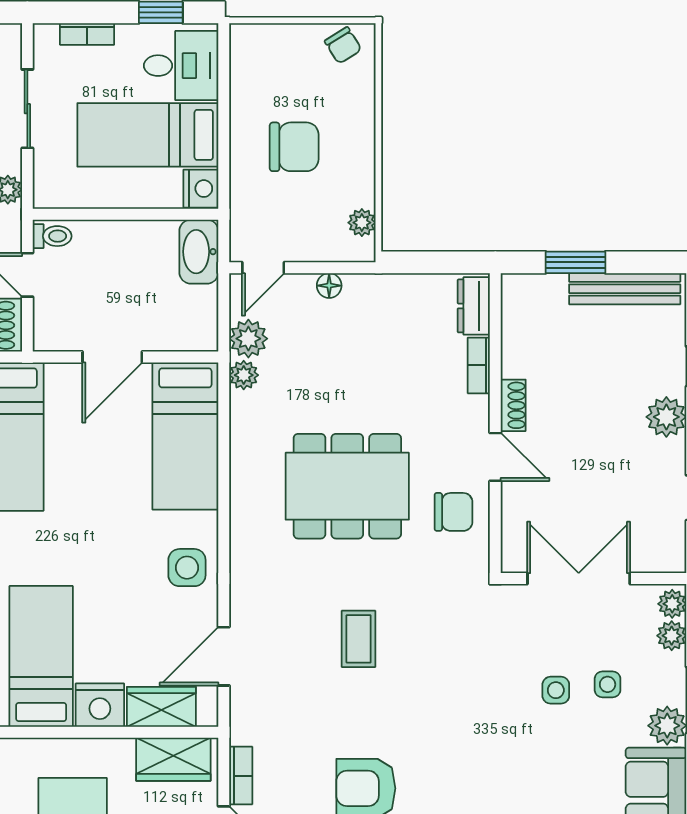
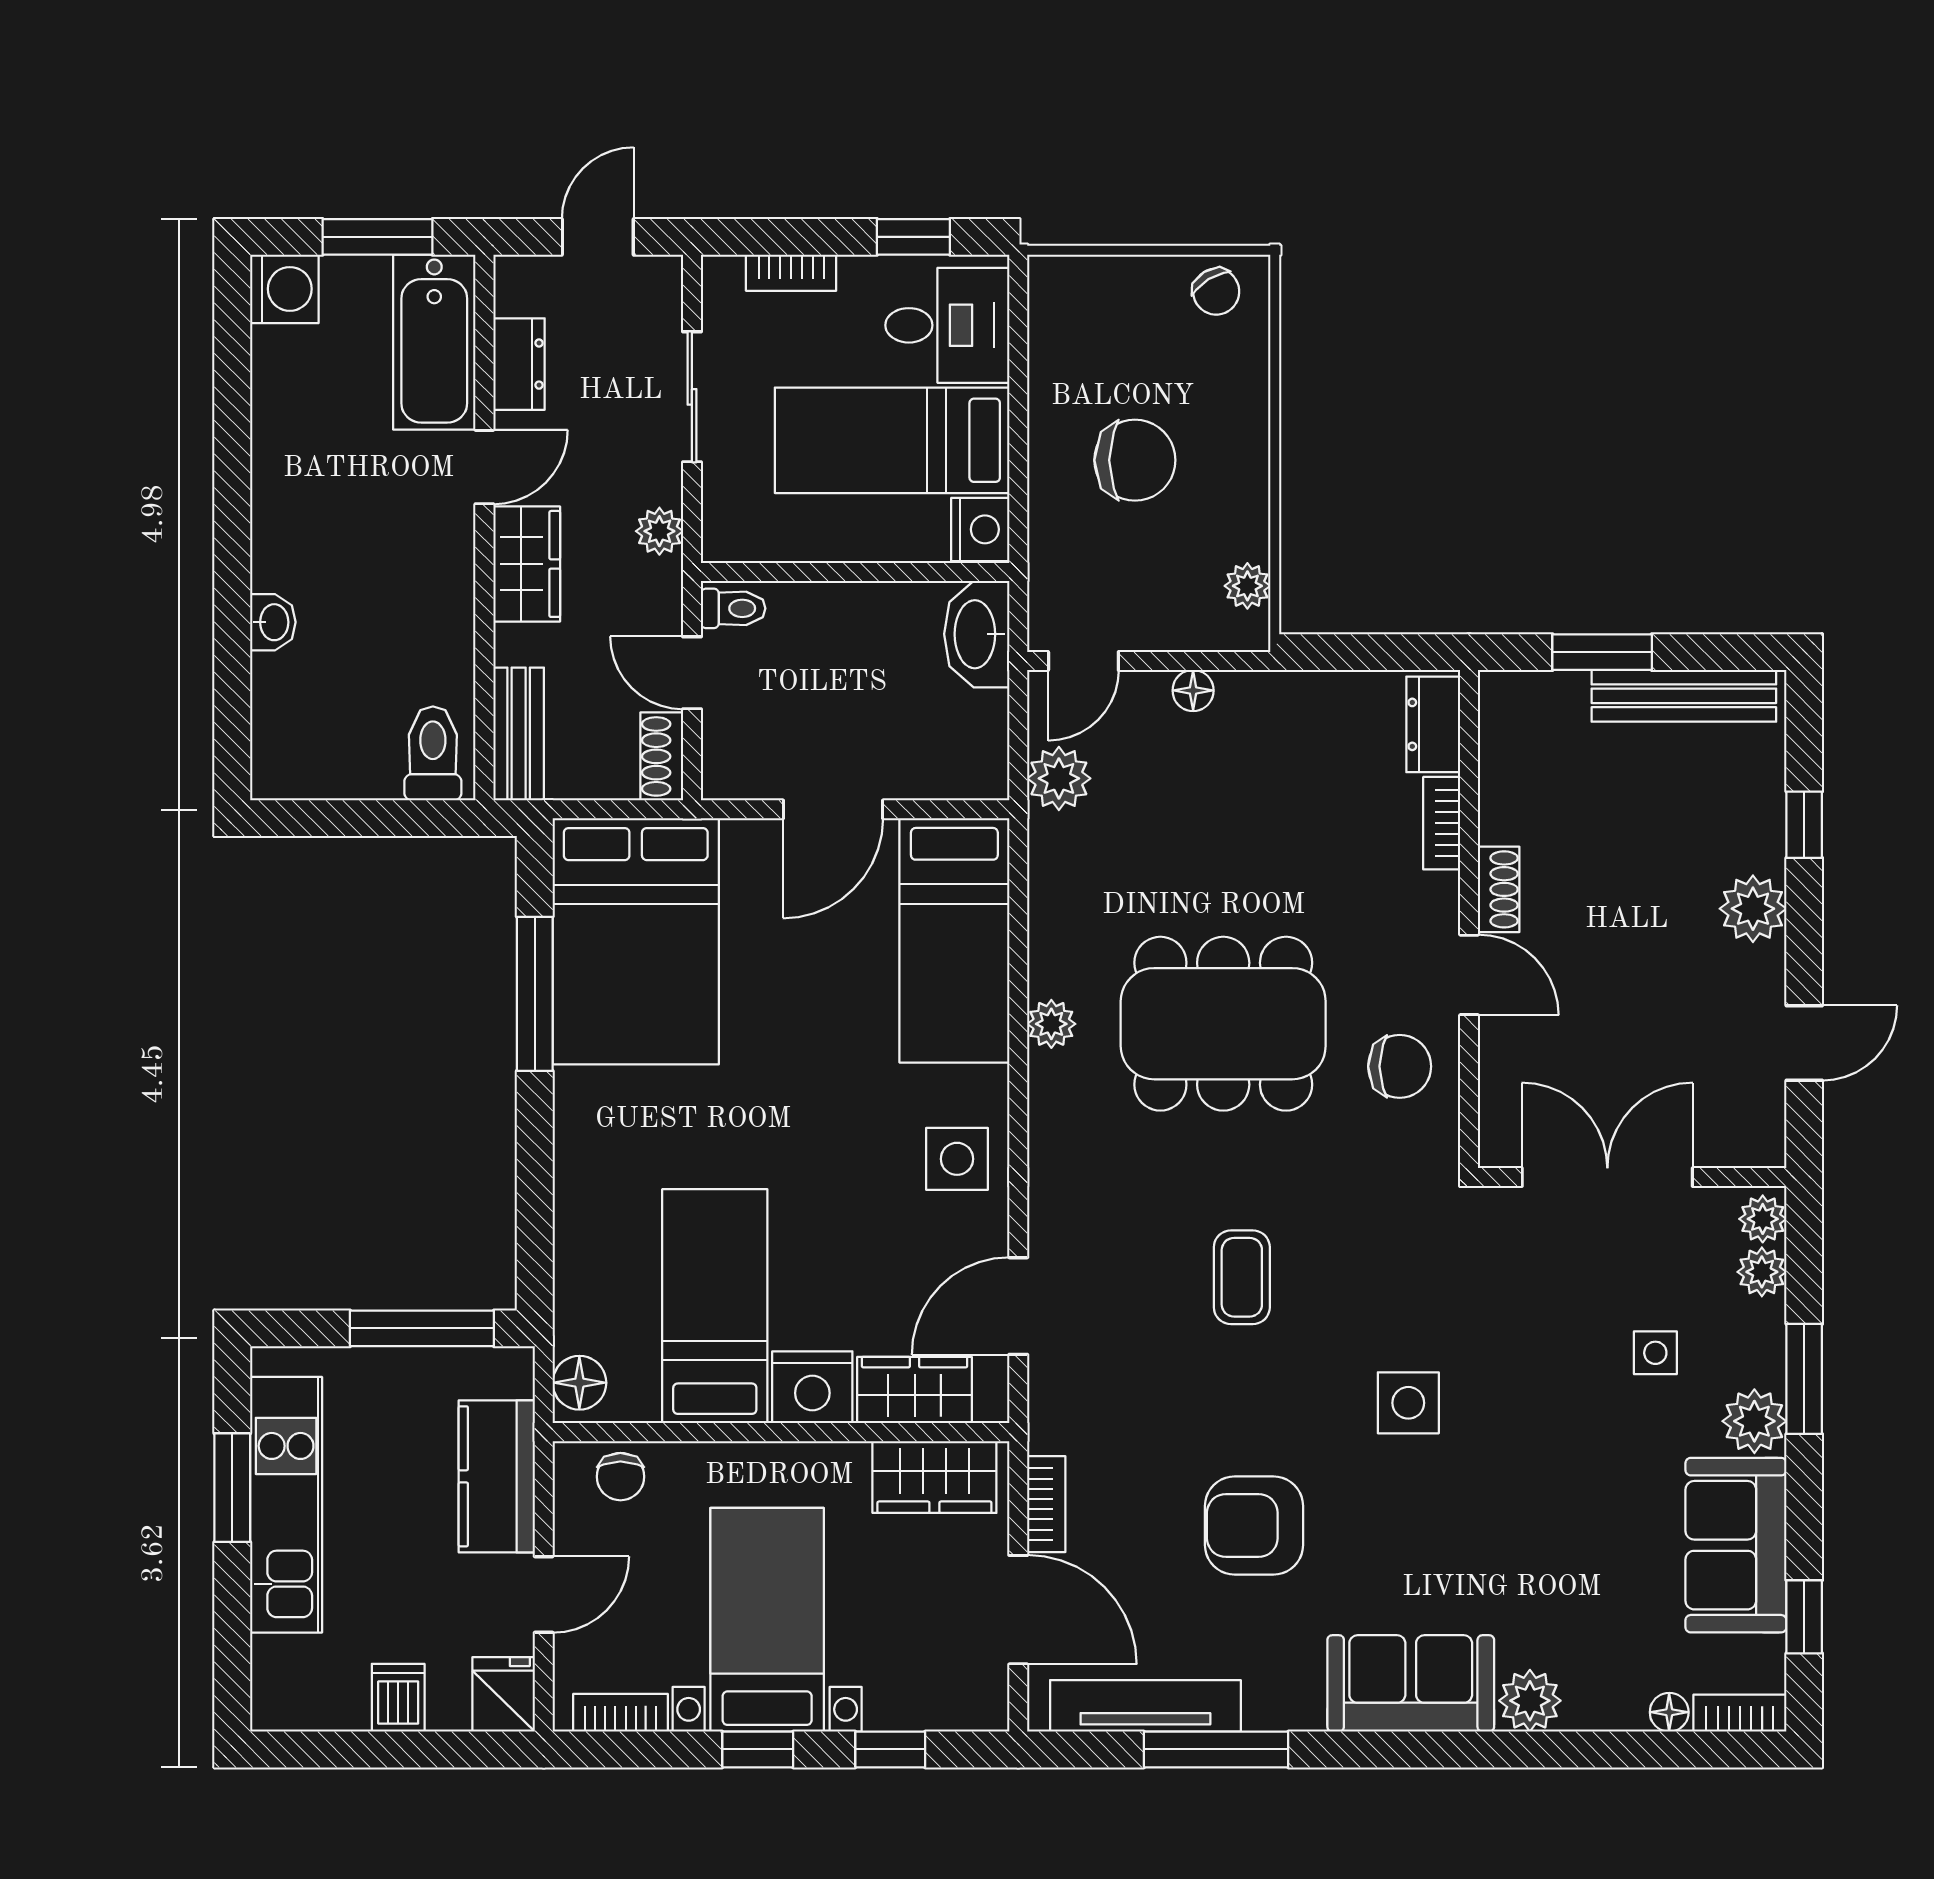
plant: (244, 375) -> (1051, 1024), moved
side table: (556, 690) -> (1408, 1403), moved, width x1.37, depth x1.37

